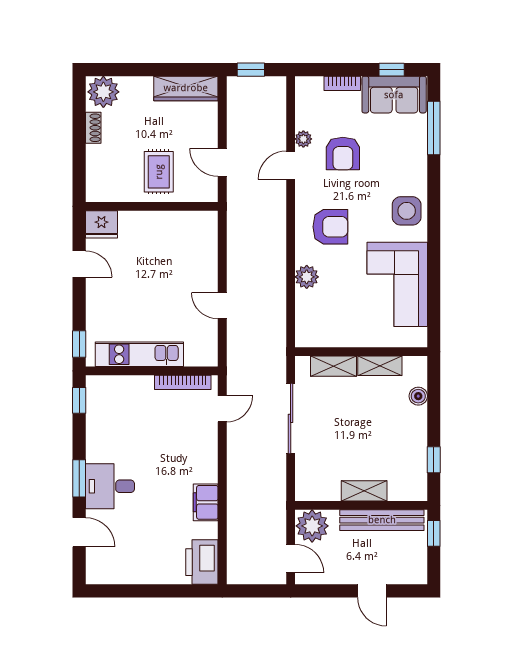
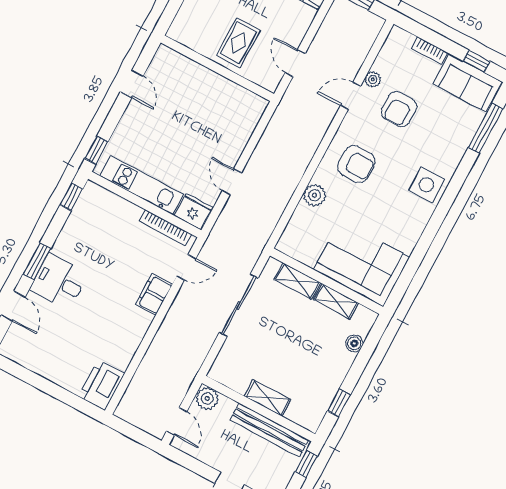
fridge: (101, 224) -> (193, 211), moved, turned 180
corner sofa: (397, 284) -> (362, 263), moved, turned 90
filing cabinet: (206, 502) -> (154, 294), moved
plant: (312, 526) -> (207, 398), width x0.73, depth x0.73

